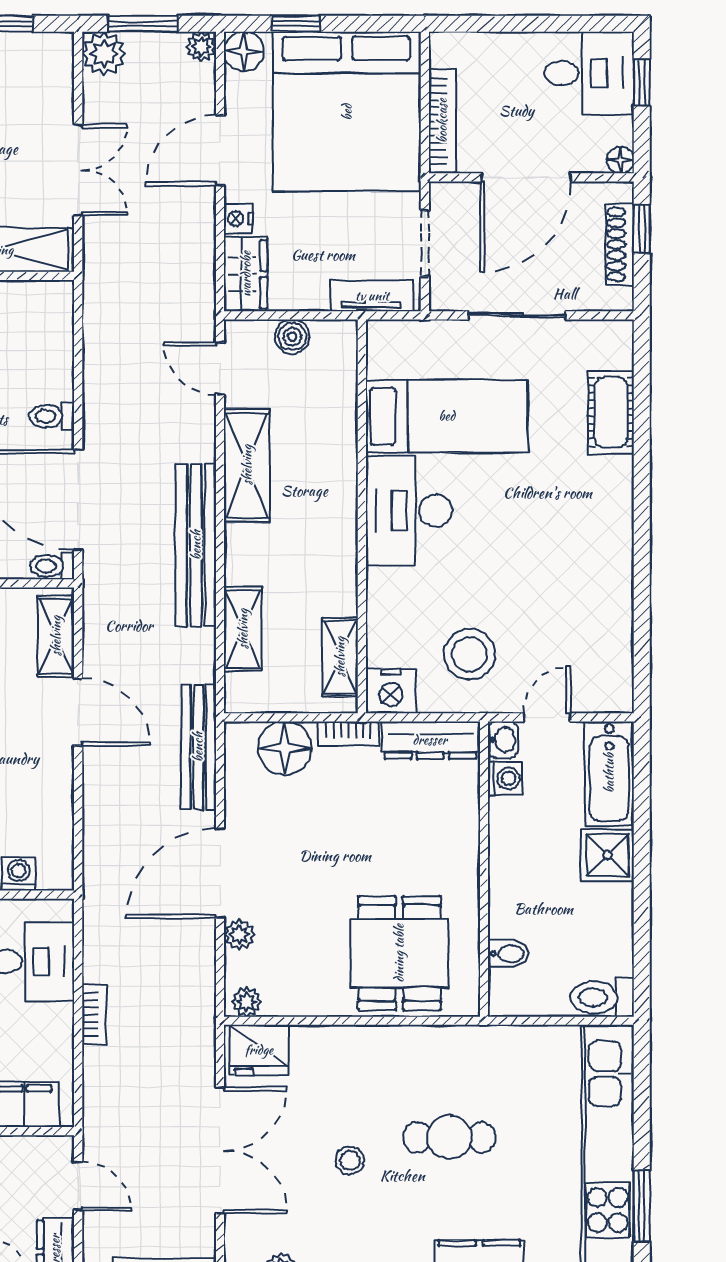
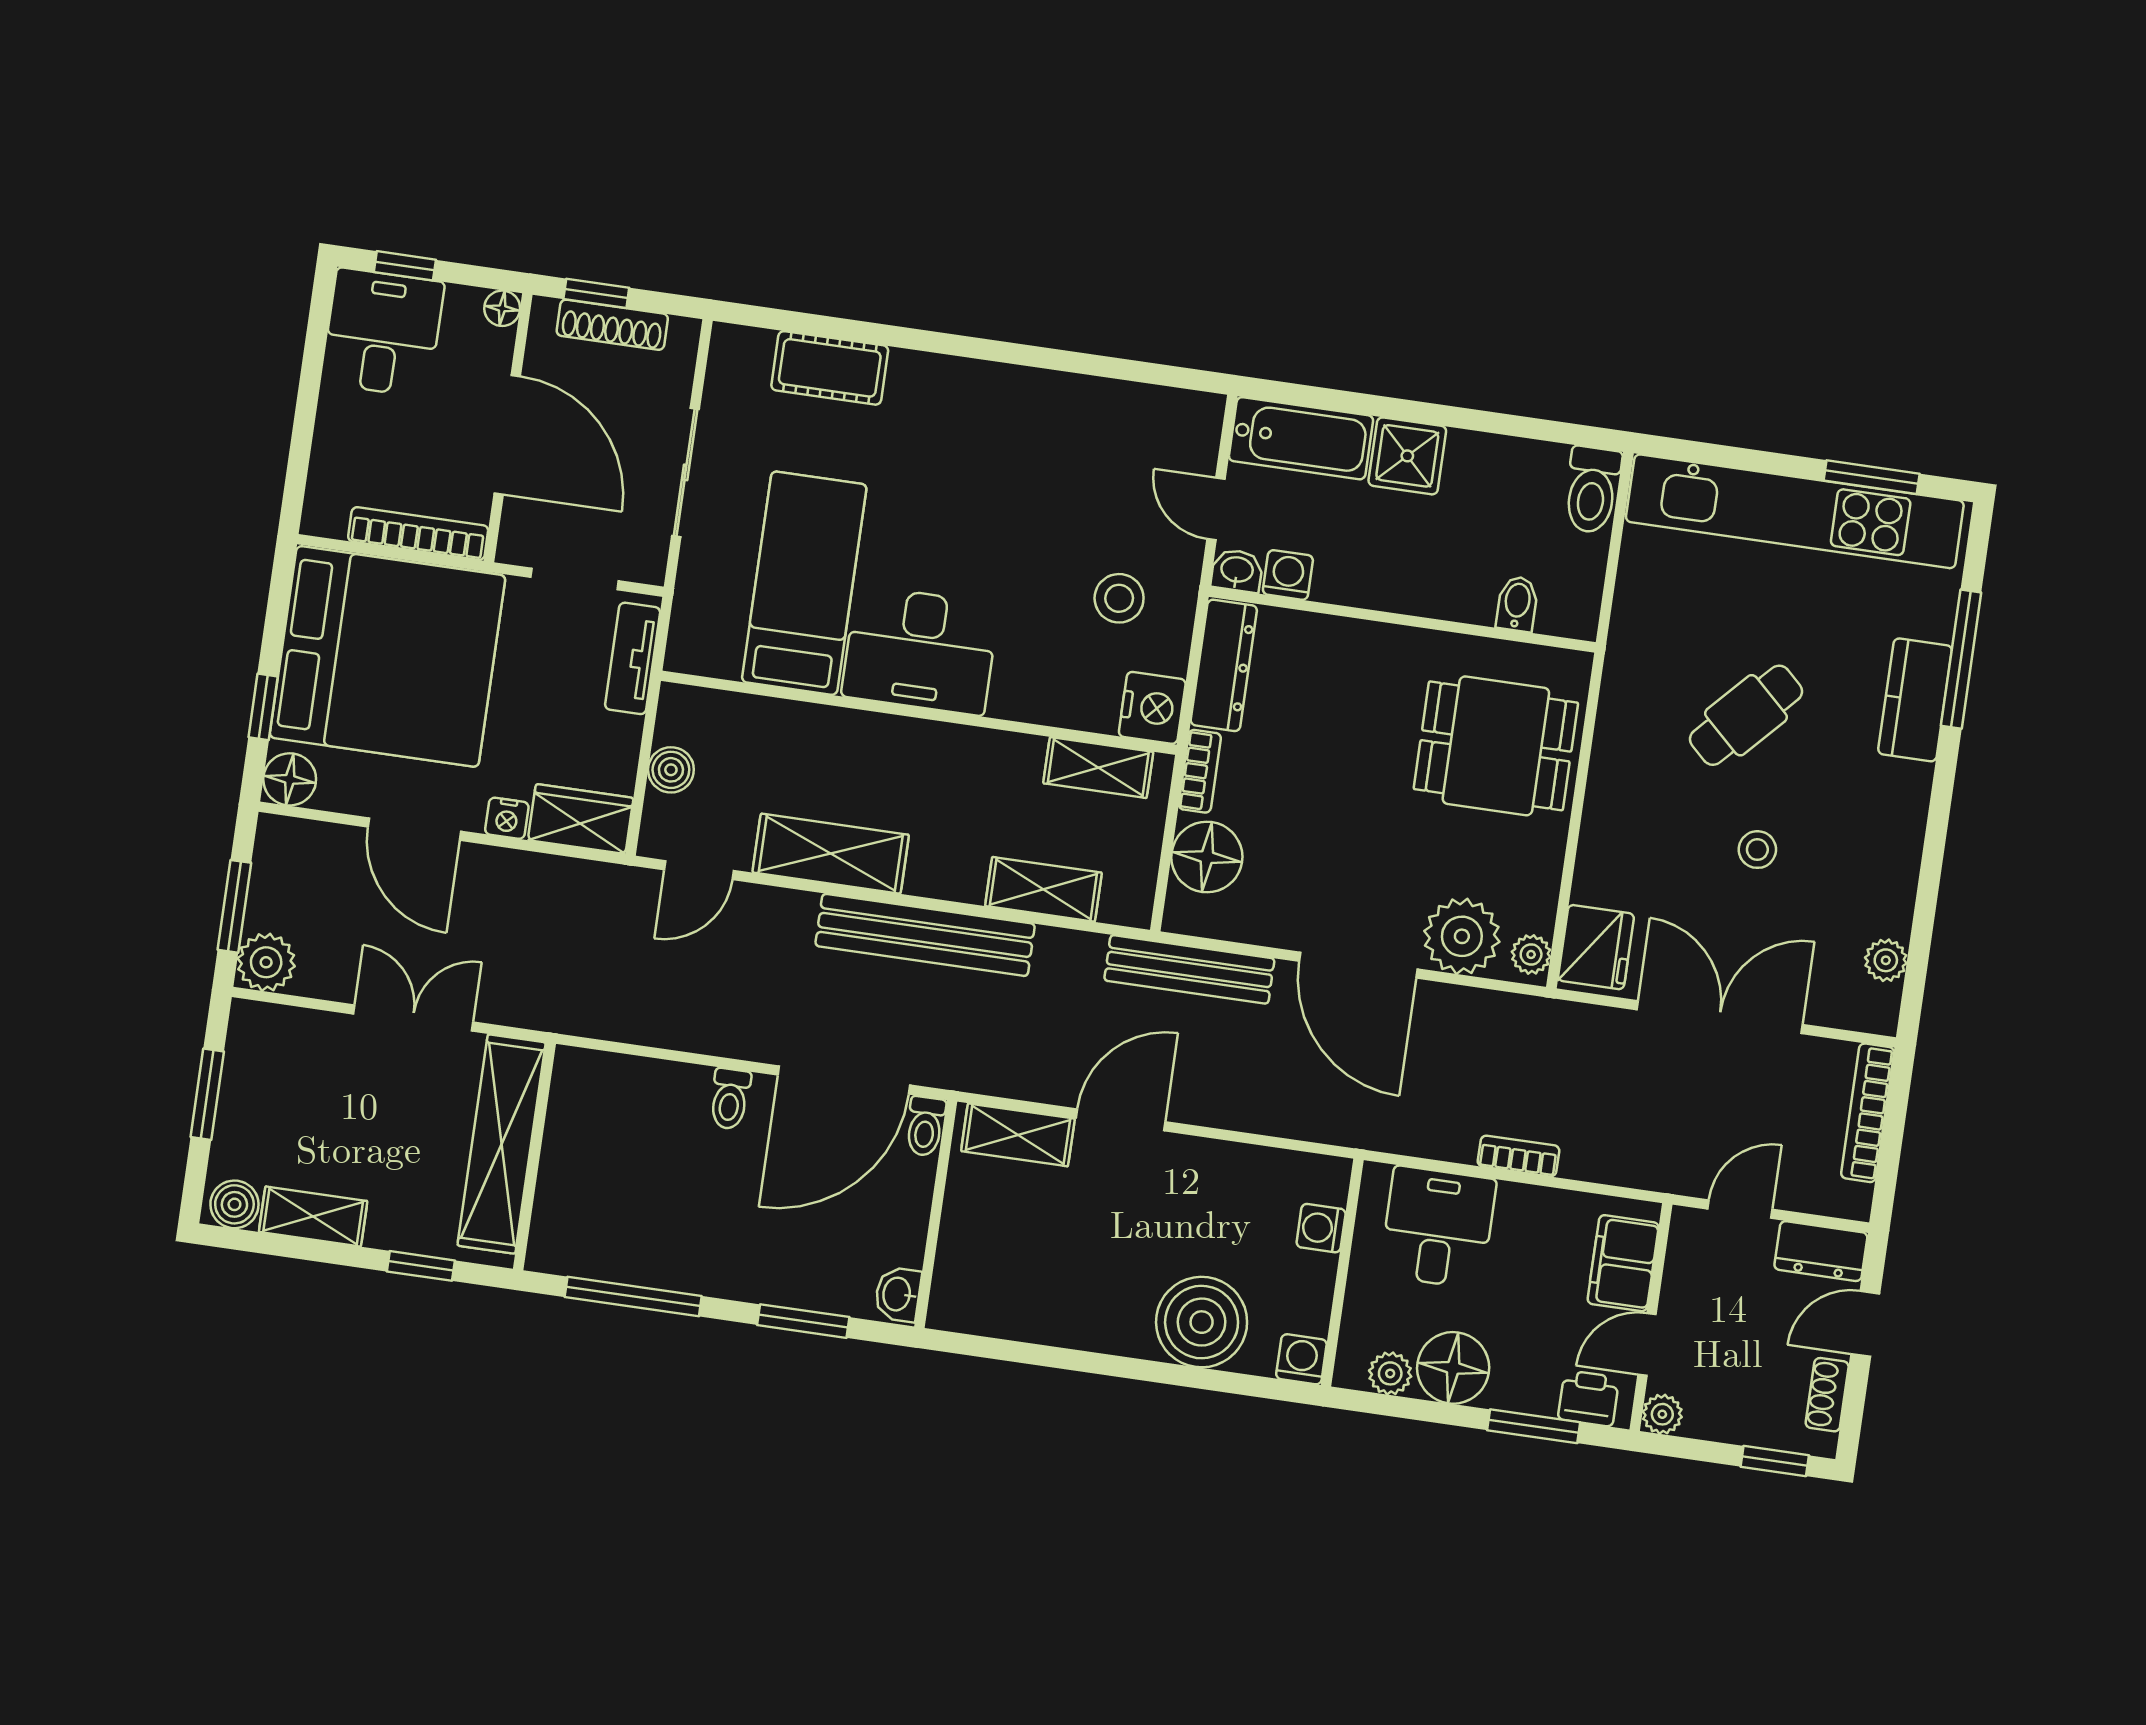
plant: (201, 47) -> (275, 834), removed
stool: (469, 654) -> (1119, 598), width x0.73, depth x0.73
plant: (239, 935) -> (1462, 936), width x1.88, depth x1.88
cafe table: (449, 1137) -> (1746, 715), turned 43

